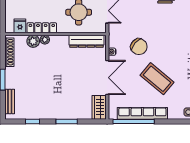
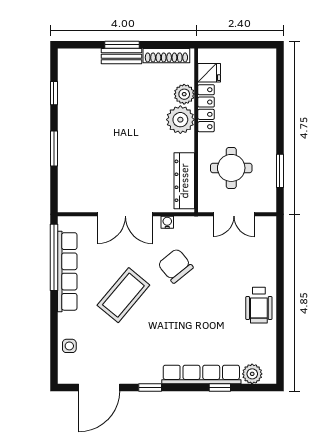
plant: (45, 40) -> (180, 120), width x1.88, depth x1.88
chair: (139, 47) -> (175, 266), turned 100
bench: (10, 101) -> (121, 56), moved
wardrobe: (99, 107) -> (77, 201), removed

